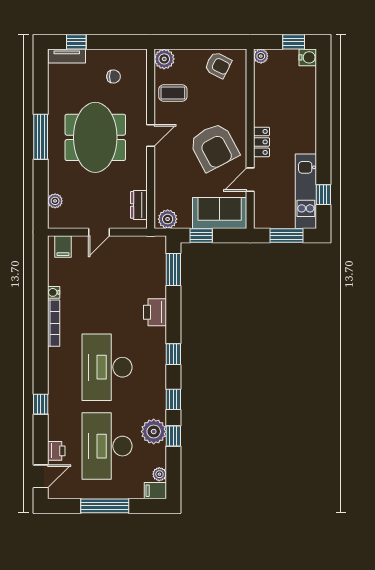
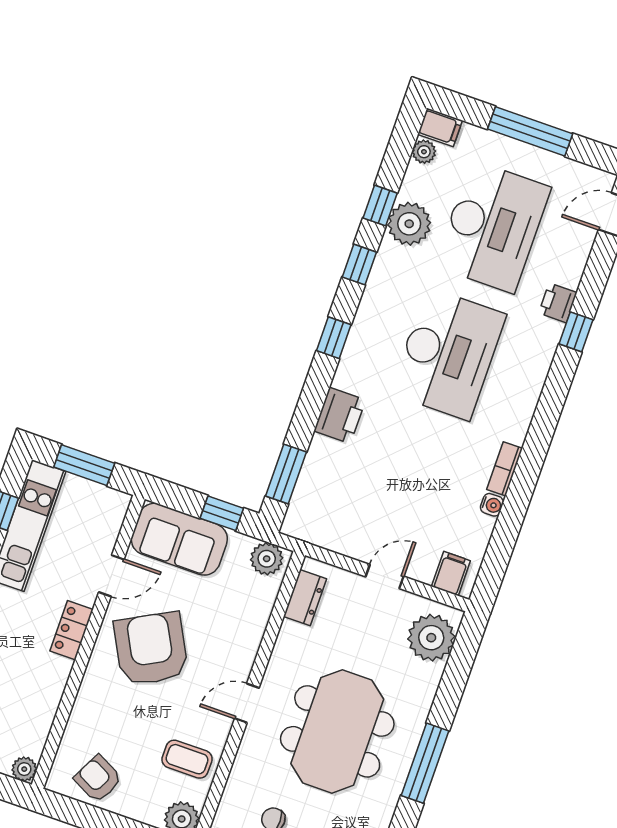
plant: (55, 201) -> (431, 638), width x1.87, depth x1.87
bookcase: (54, 323) -> (505, 469), width x0.64
printer: (56, 451) -> (558, 303), moved

